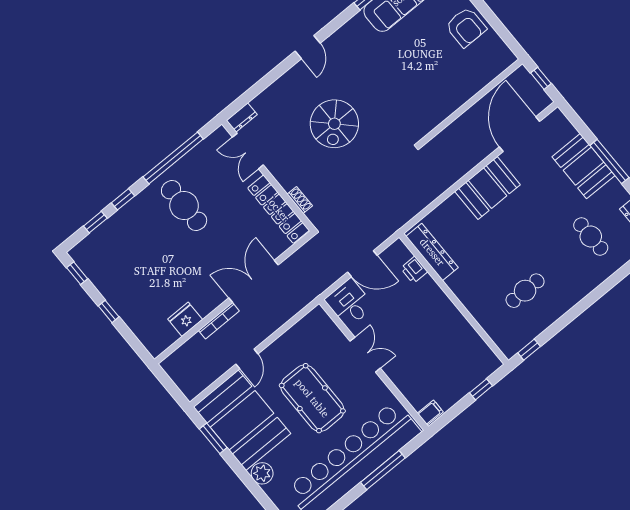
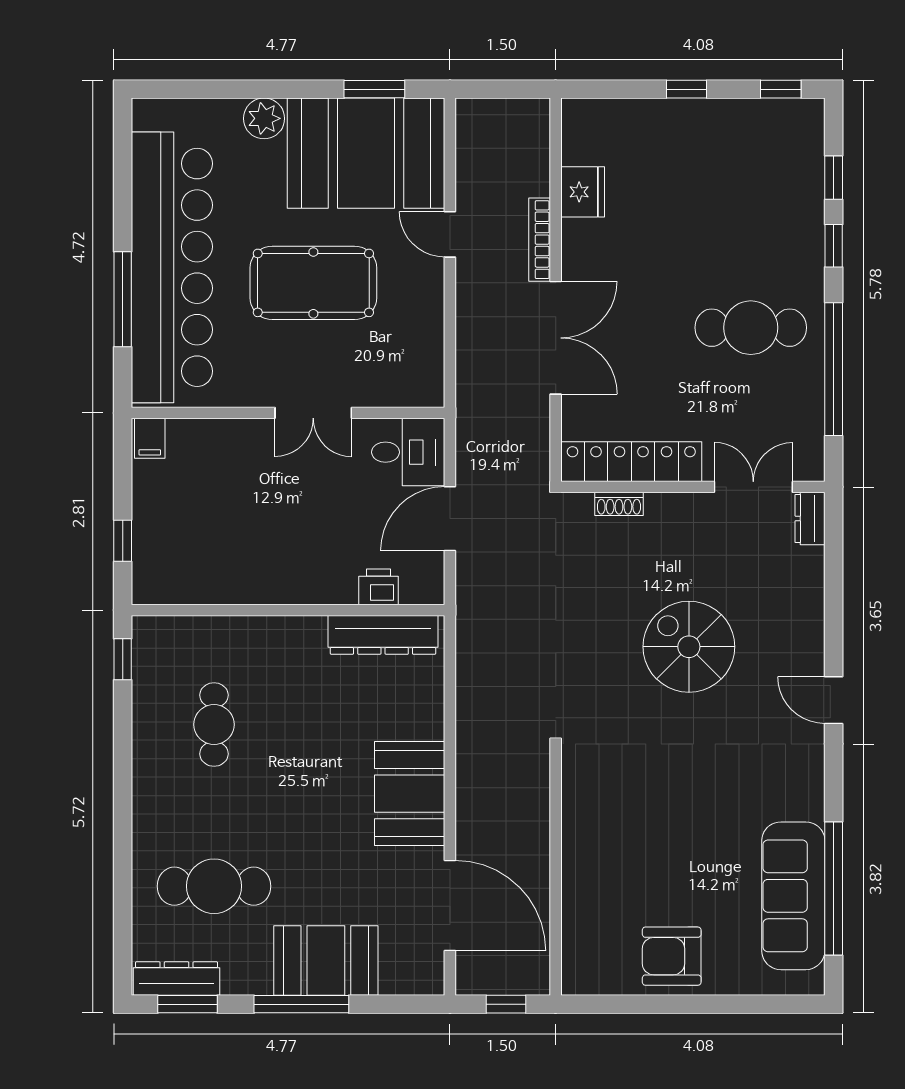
cafe table: (591, 236) -> (214, 886), width x1.37, depth x1.35

